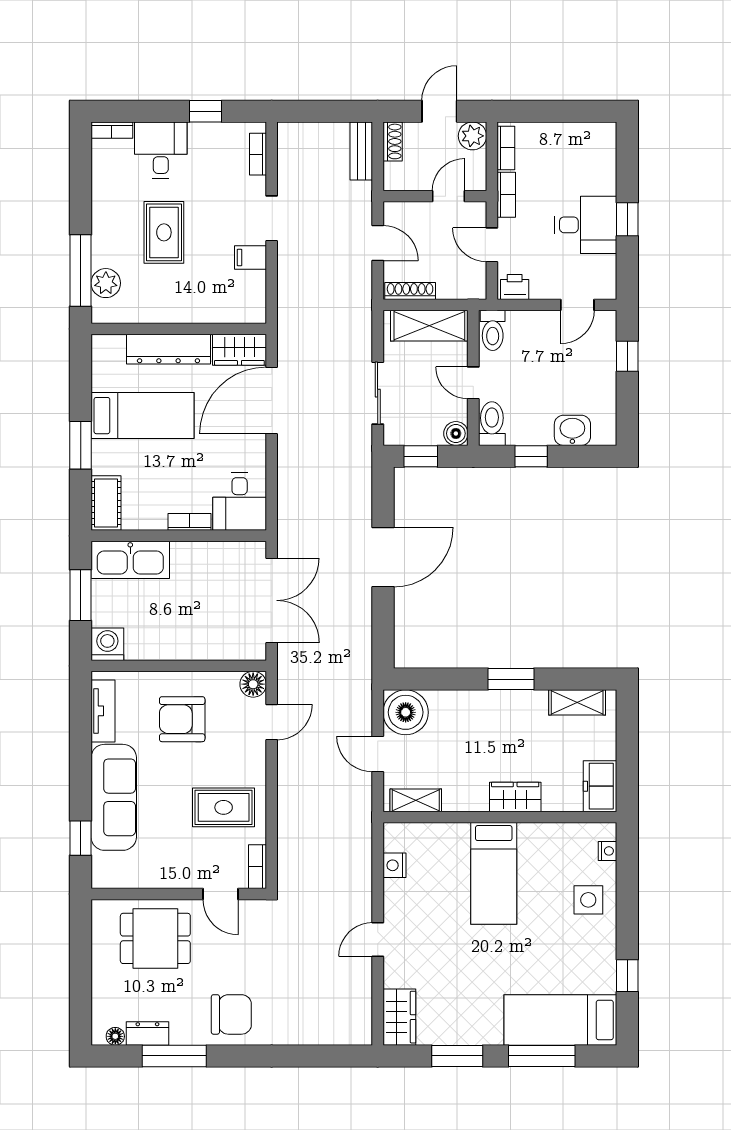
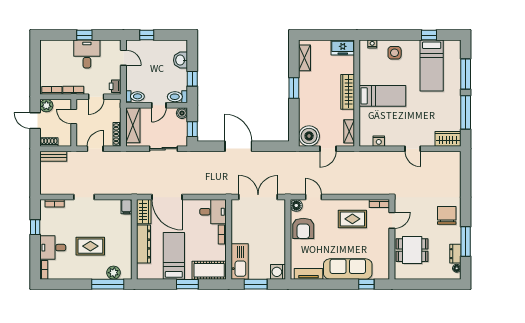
filing cabinet: (251, 257) -> (126, 207), moved
cot: (106, 503) -> (209, 270), width x1.37, depth x1.34
armchair: (182, 719) -> (303, 228), moved
wardrobe: (515, 797) -> (348, 92), width x1.50
rug: (224, 807) -> (352, 219), turned 90
dining table: (155, 938) -> (412, 250), turned 90
bed: (560, 1020) -> (432, 66), moved
window: (457, 1056) -> (466, 112), width x1.44

